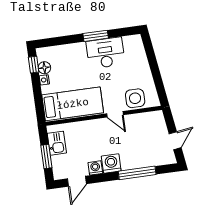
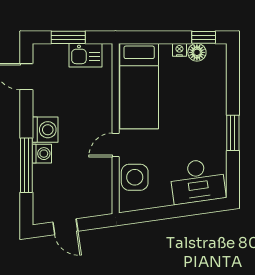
desk: (105, 53) -> (198, 181), moved, turned 82
washing machine: (95, 168) -> (42, 154), moved

